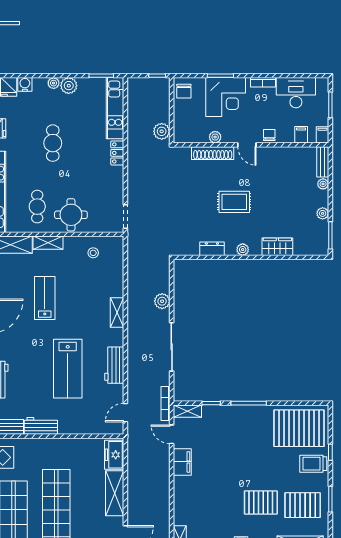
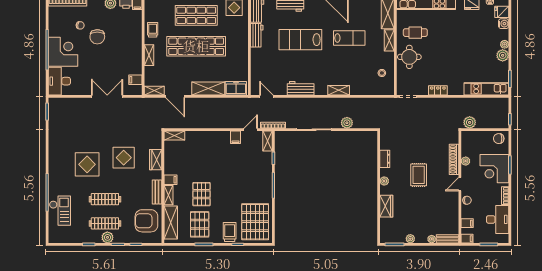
cafe table: (53, 143) -> (461, 44), removed
locker: (117, 153) -> (438, 90), moved
lab bench: (68, 369) -> (300, 40), moved
filing cabinet: (182, 462) -> (236, 137), width x0.50

